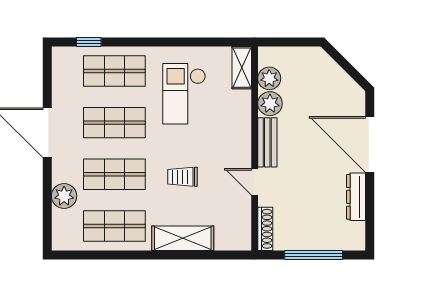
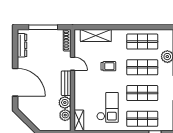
dresser: (356, 197) -> (22, 45), moved
shelving: (183, 238) -> (96, 36), moved

